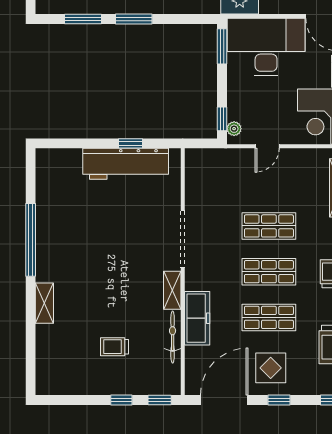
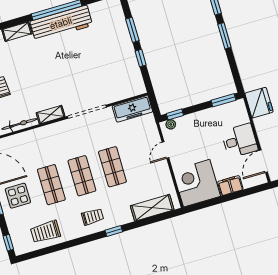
desk: (266, 47) -> (240, 141), width x0.53, depth x0.77
window: (88, 143) -> (132, 30), added
door: (267, 146) -> (165, 150), hinge flipped
workbench: (126, 164) -> (61, 23), moved, turned -90
freezer: (197, 318) -> (132, 109), moved

